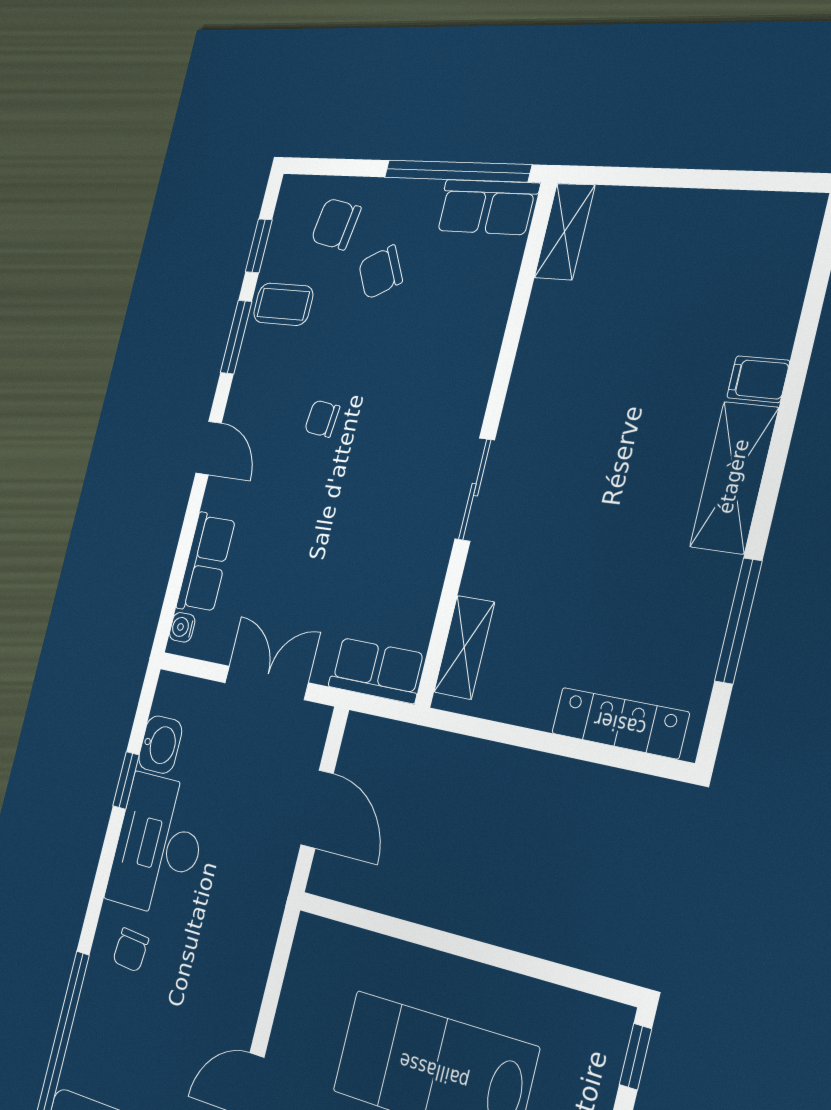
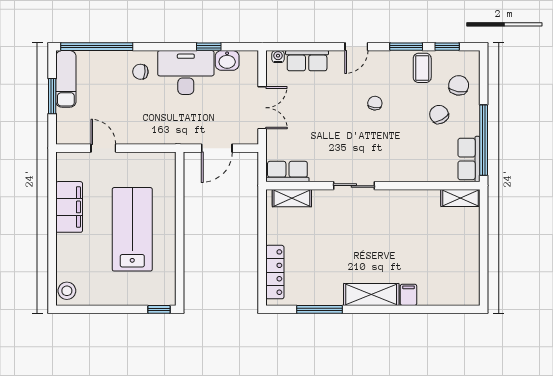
row of seats: (377, 670) -> (287, 171), moved, turned -90

